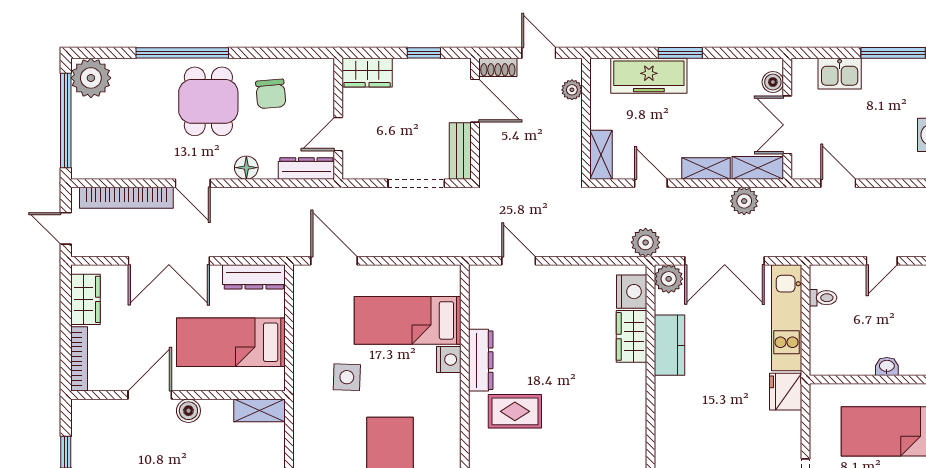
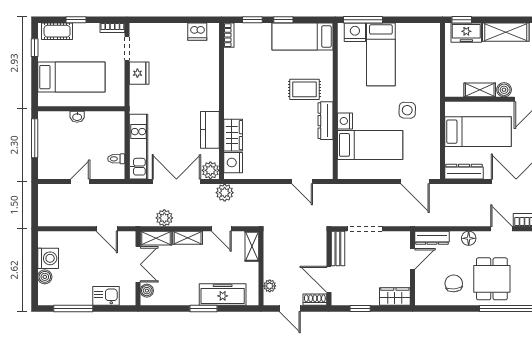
fridge: (786, 392) -> (139, 73), moved
shelving: (260, 410) -> (480, 90), moved

